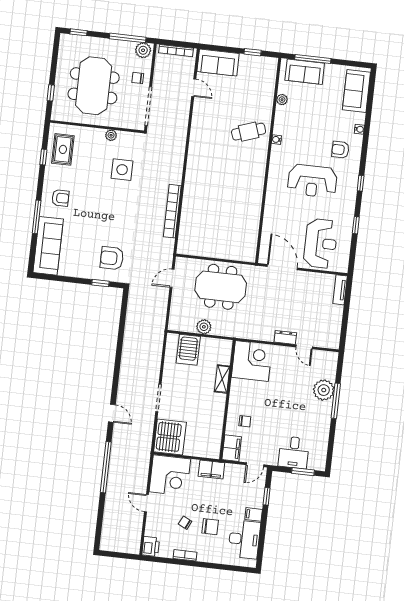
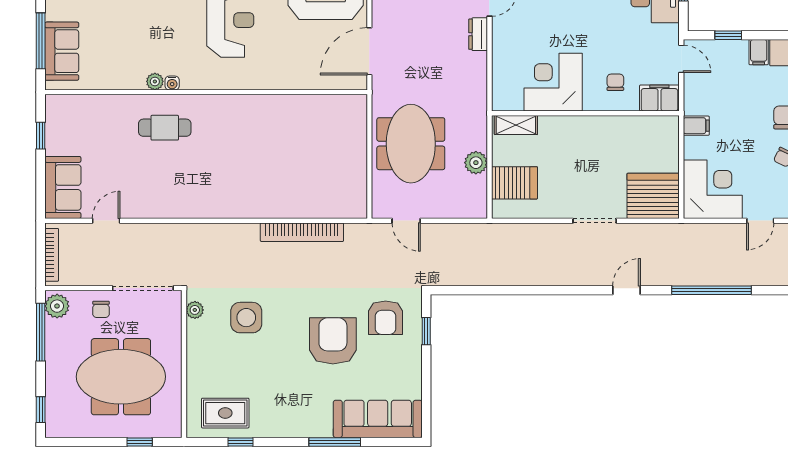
plant: (282, 100) -> (155, 81), moved
cafe table: (249, 132) -> (165, 128), turned -71
plant: (111, 135) -> (195, 310), moved
armchair: (60, 198) -> (333, 341), moved, width x1.88, depth x1.88
corner desk: (252, 361) -> (553, 82), moved
shelving: (222, 379) -> (516, 125), moved
filing cabinet: (211, 469) -> (696, 126), width x0.50

